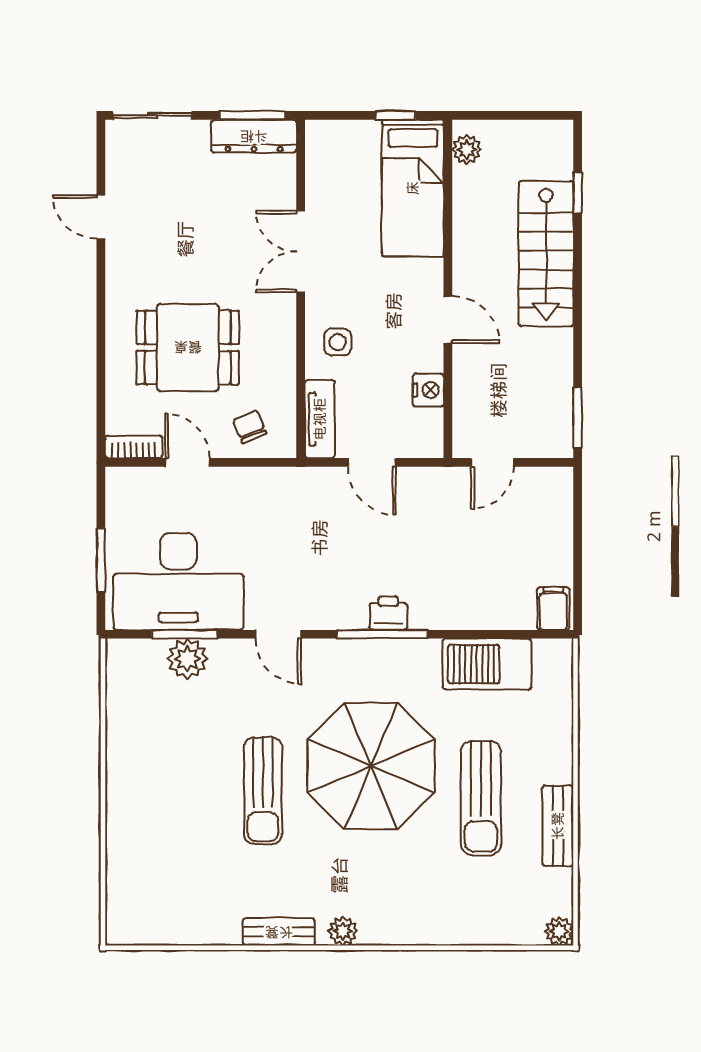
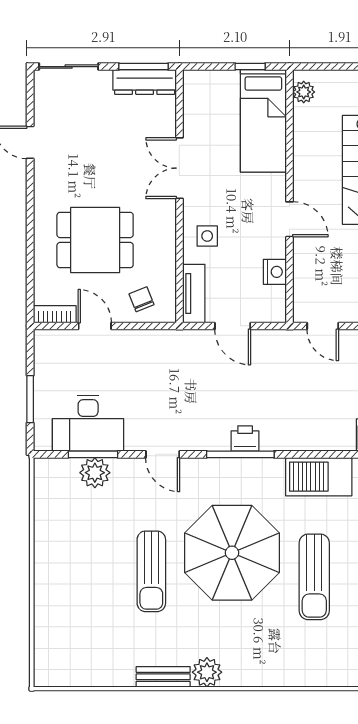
door: (492, 462) -> (323, 326), hinge flipped
desk: (178, 581) -> (88, 423), width x0.73, depth x0.77
plant: (343, 931) -> (207, 672), width x1.38, depth x1.38

